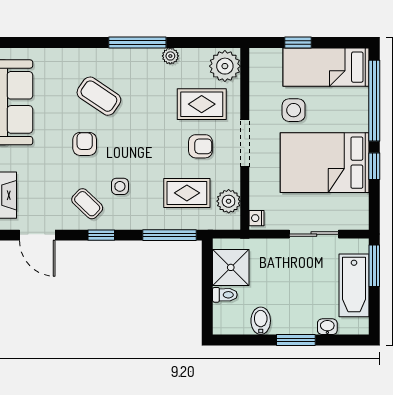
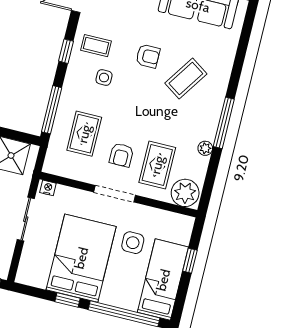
plant: (229, 201) -> (68, 168), removed
coffee table: (87, 204) -> (96, 46), turned 46
sliding door: (314, 234) -> (26, 219), moved

